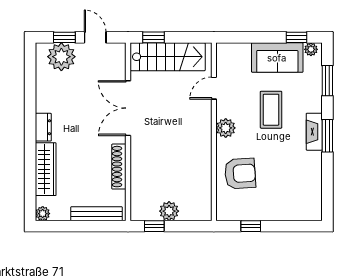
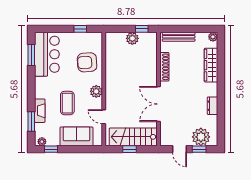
window: (154, 37) -> (130, 149), moved
sofa: (277, 58) -> (77, 136), moved
door: (214, 88) -> (104, 117), swing flipped
double door: (128, 108) -> (159, 104), swing flipped
dresser: (43, 127) -> (212, 106), moved
fireplace: (314, 132) -> (40, 111), moved
window: (327, 136) -> (31, 55), moved
bar counter: (303, 186) -> (47, 54), added

